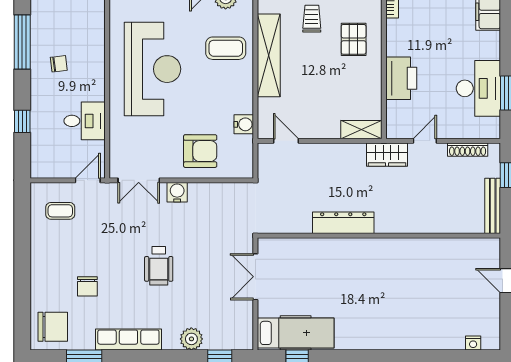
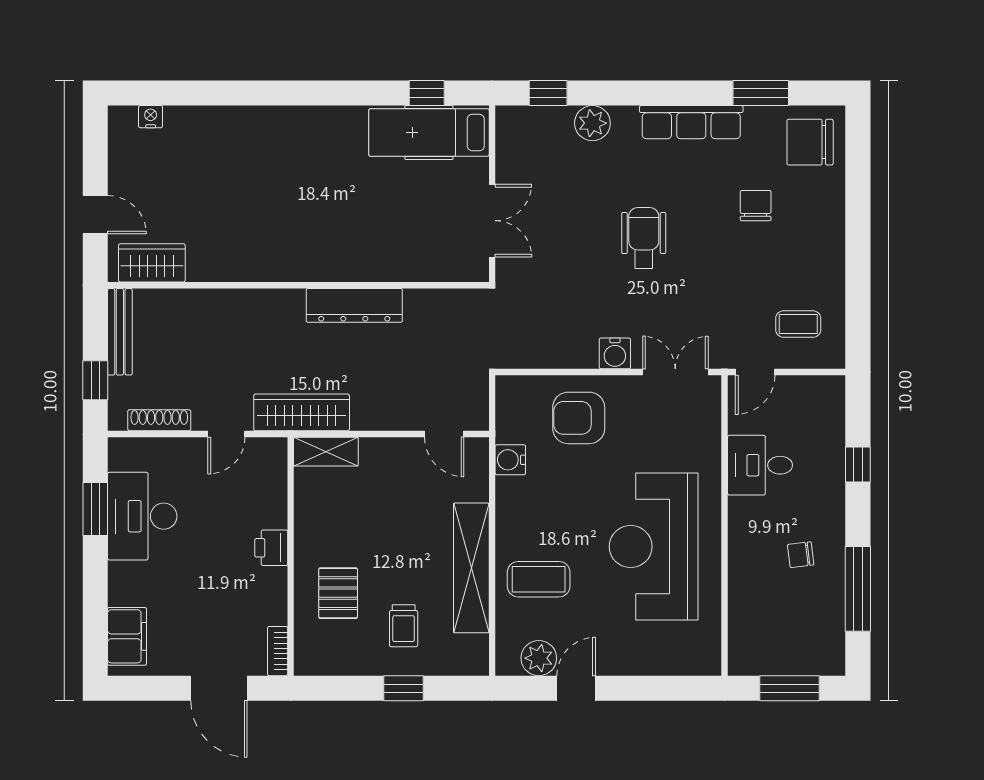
printer: (401, 78) -> (271, 548), width x0.53, depth x0.68
wardrobe: (387, 155) -> (302, 412), width x1.50
wardrobe: (472, 250) -> (152, 263), added

